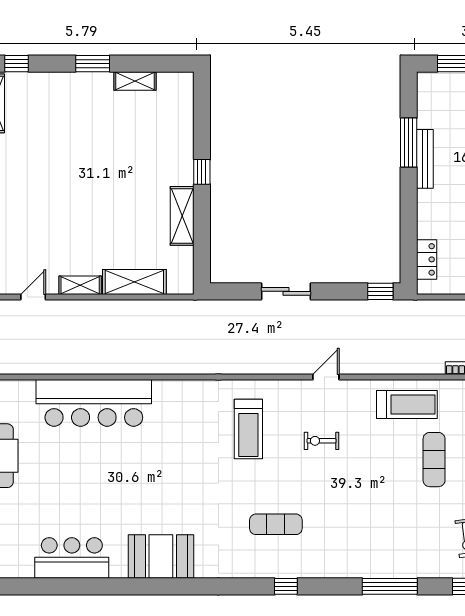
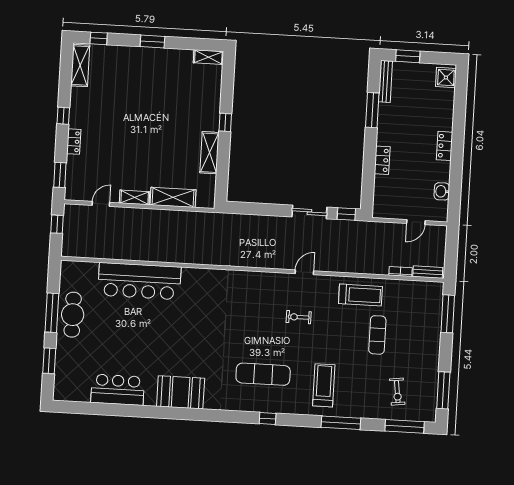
shelving: (135, 81) -> (208, 57), moved
bench: (425, 159) -> (385, 81), moved
locker: (427, 259) -> (382, 160), moved
sliding door: (286, 291) -> (309, 212), moved
treadmill: (248, 429) -> (324, 385), moved, turned 180
exercise mat: (276, 524) -> (263, 374), width x1.36, depth x1.45

